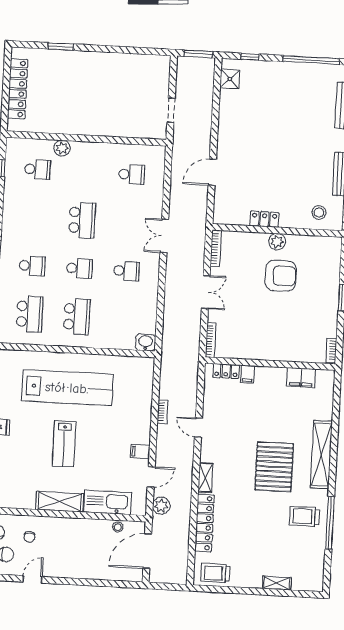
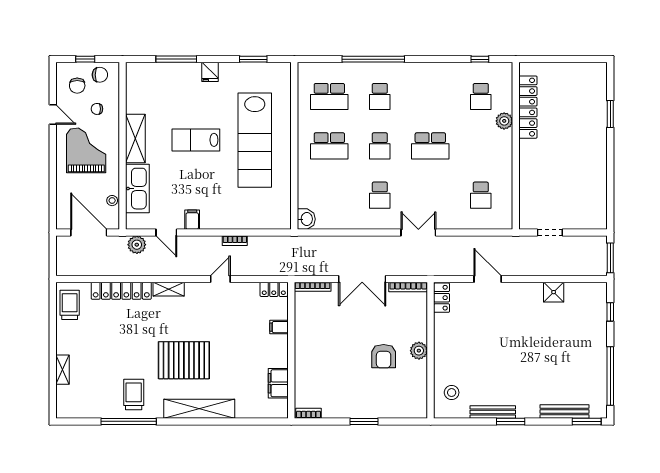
shower: (230, 79) -> (554, 292), moved
locker: (18, 89) -> (528, 107), moved, turned -90
locker: (264, 219) -> (442, 298), moved
armchair: (281, 276) -> (384, 356), width x0.73, depth x0.73
double door: (206, 292) -> (362, 279), width x1.37
locker: (226, 371) -> (274, 289), moved, turned -90
grand piano: (69, 549) -> (86, 150), added

